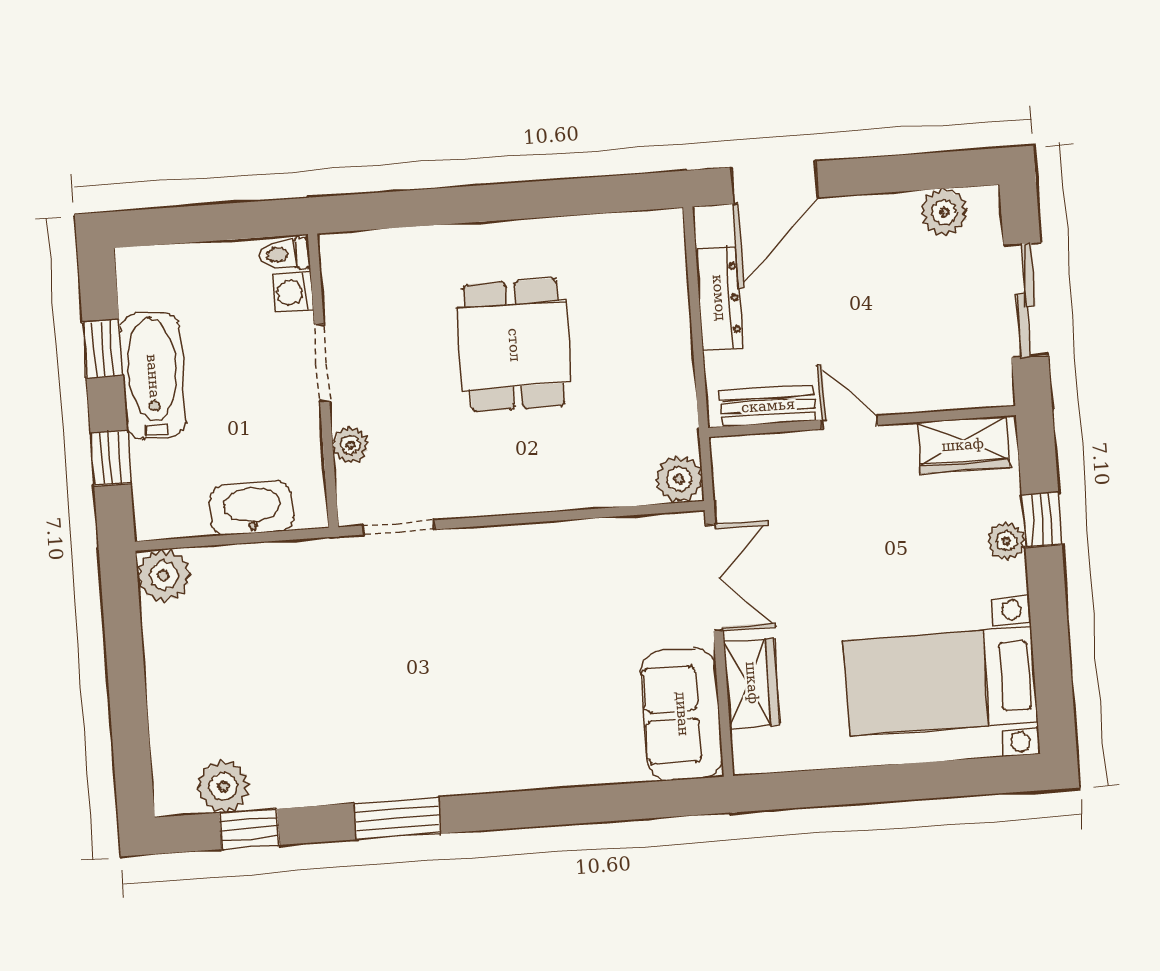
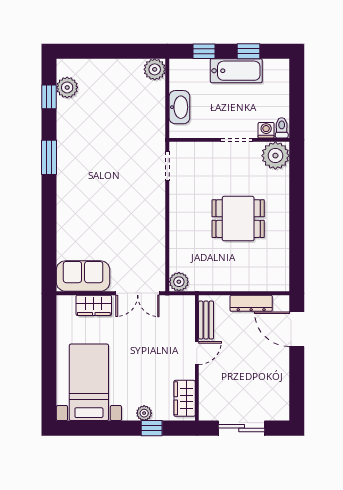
plant: (944, 212) -> (280, 397), removed
plant: (350, 445) -> (275, 156), moved, width x1.88, depth x1.88

